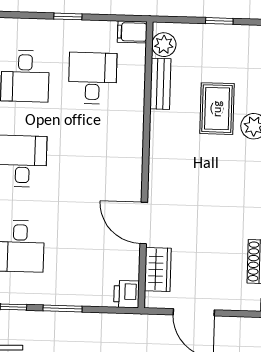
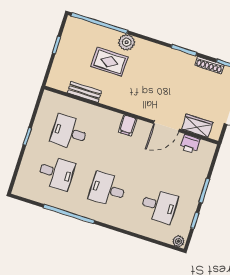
filing cabinet: (132, 32) -> (128, 125), moved
plant: (164, 45) -> (61, 83), removed
printer: (127, 294) -> (190, 144), moved

